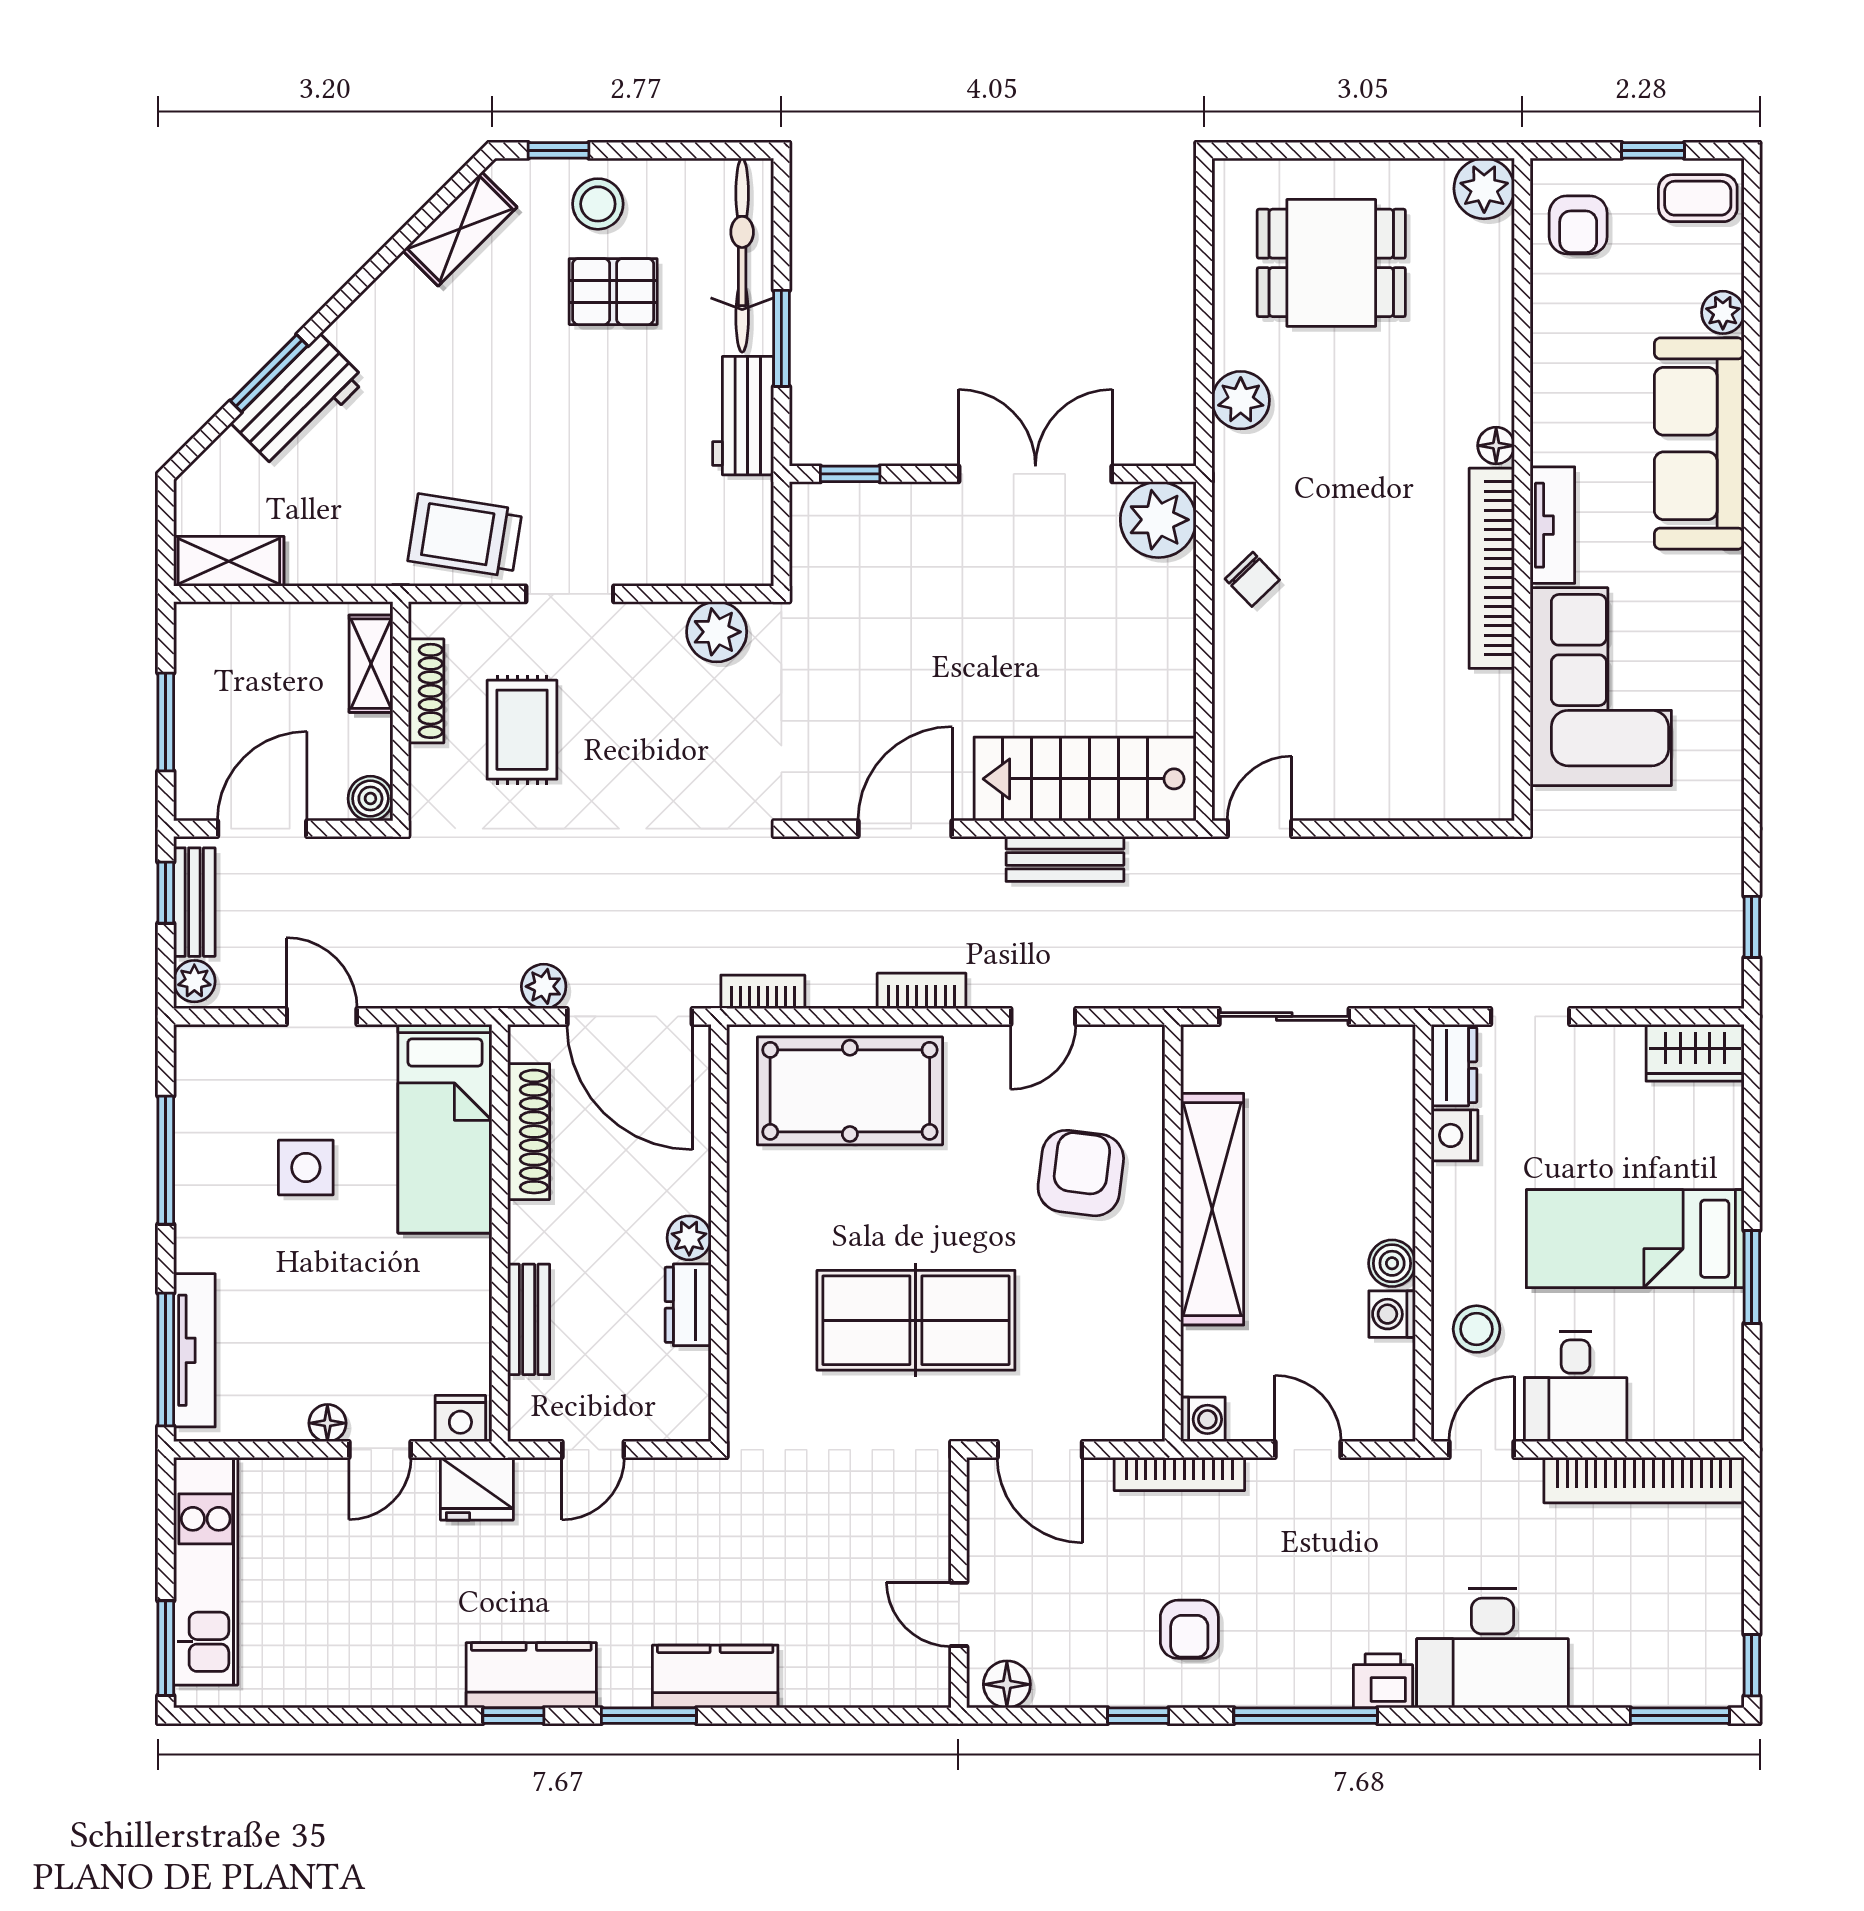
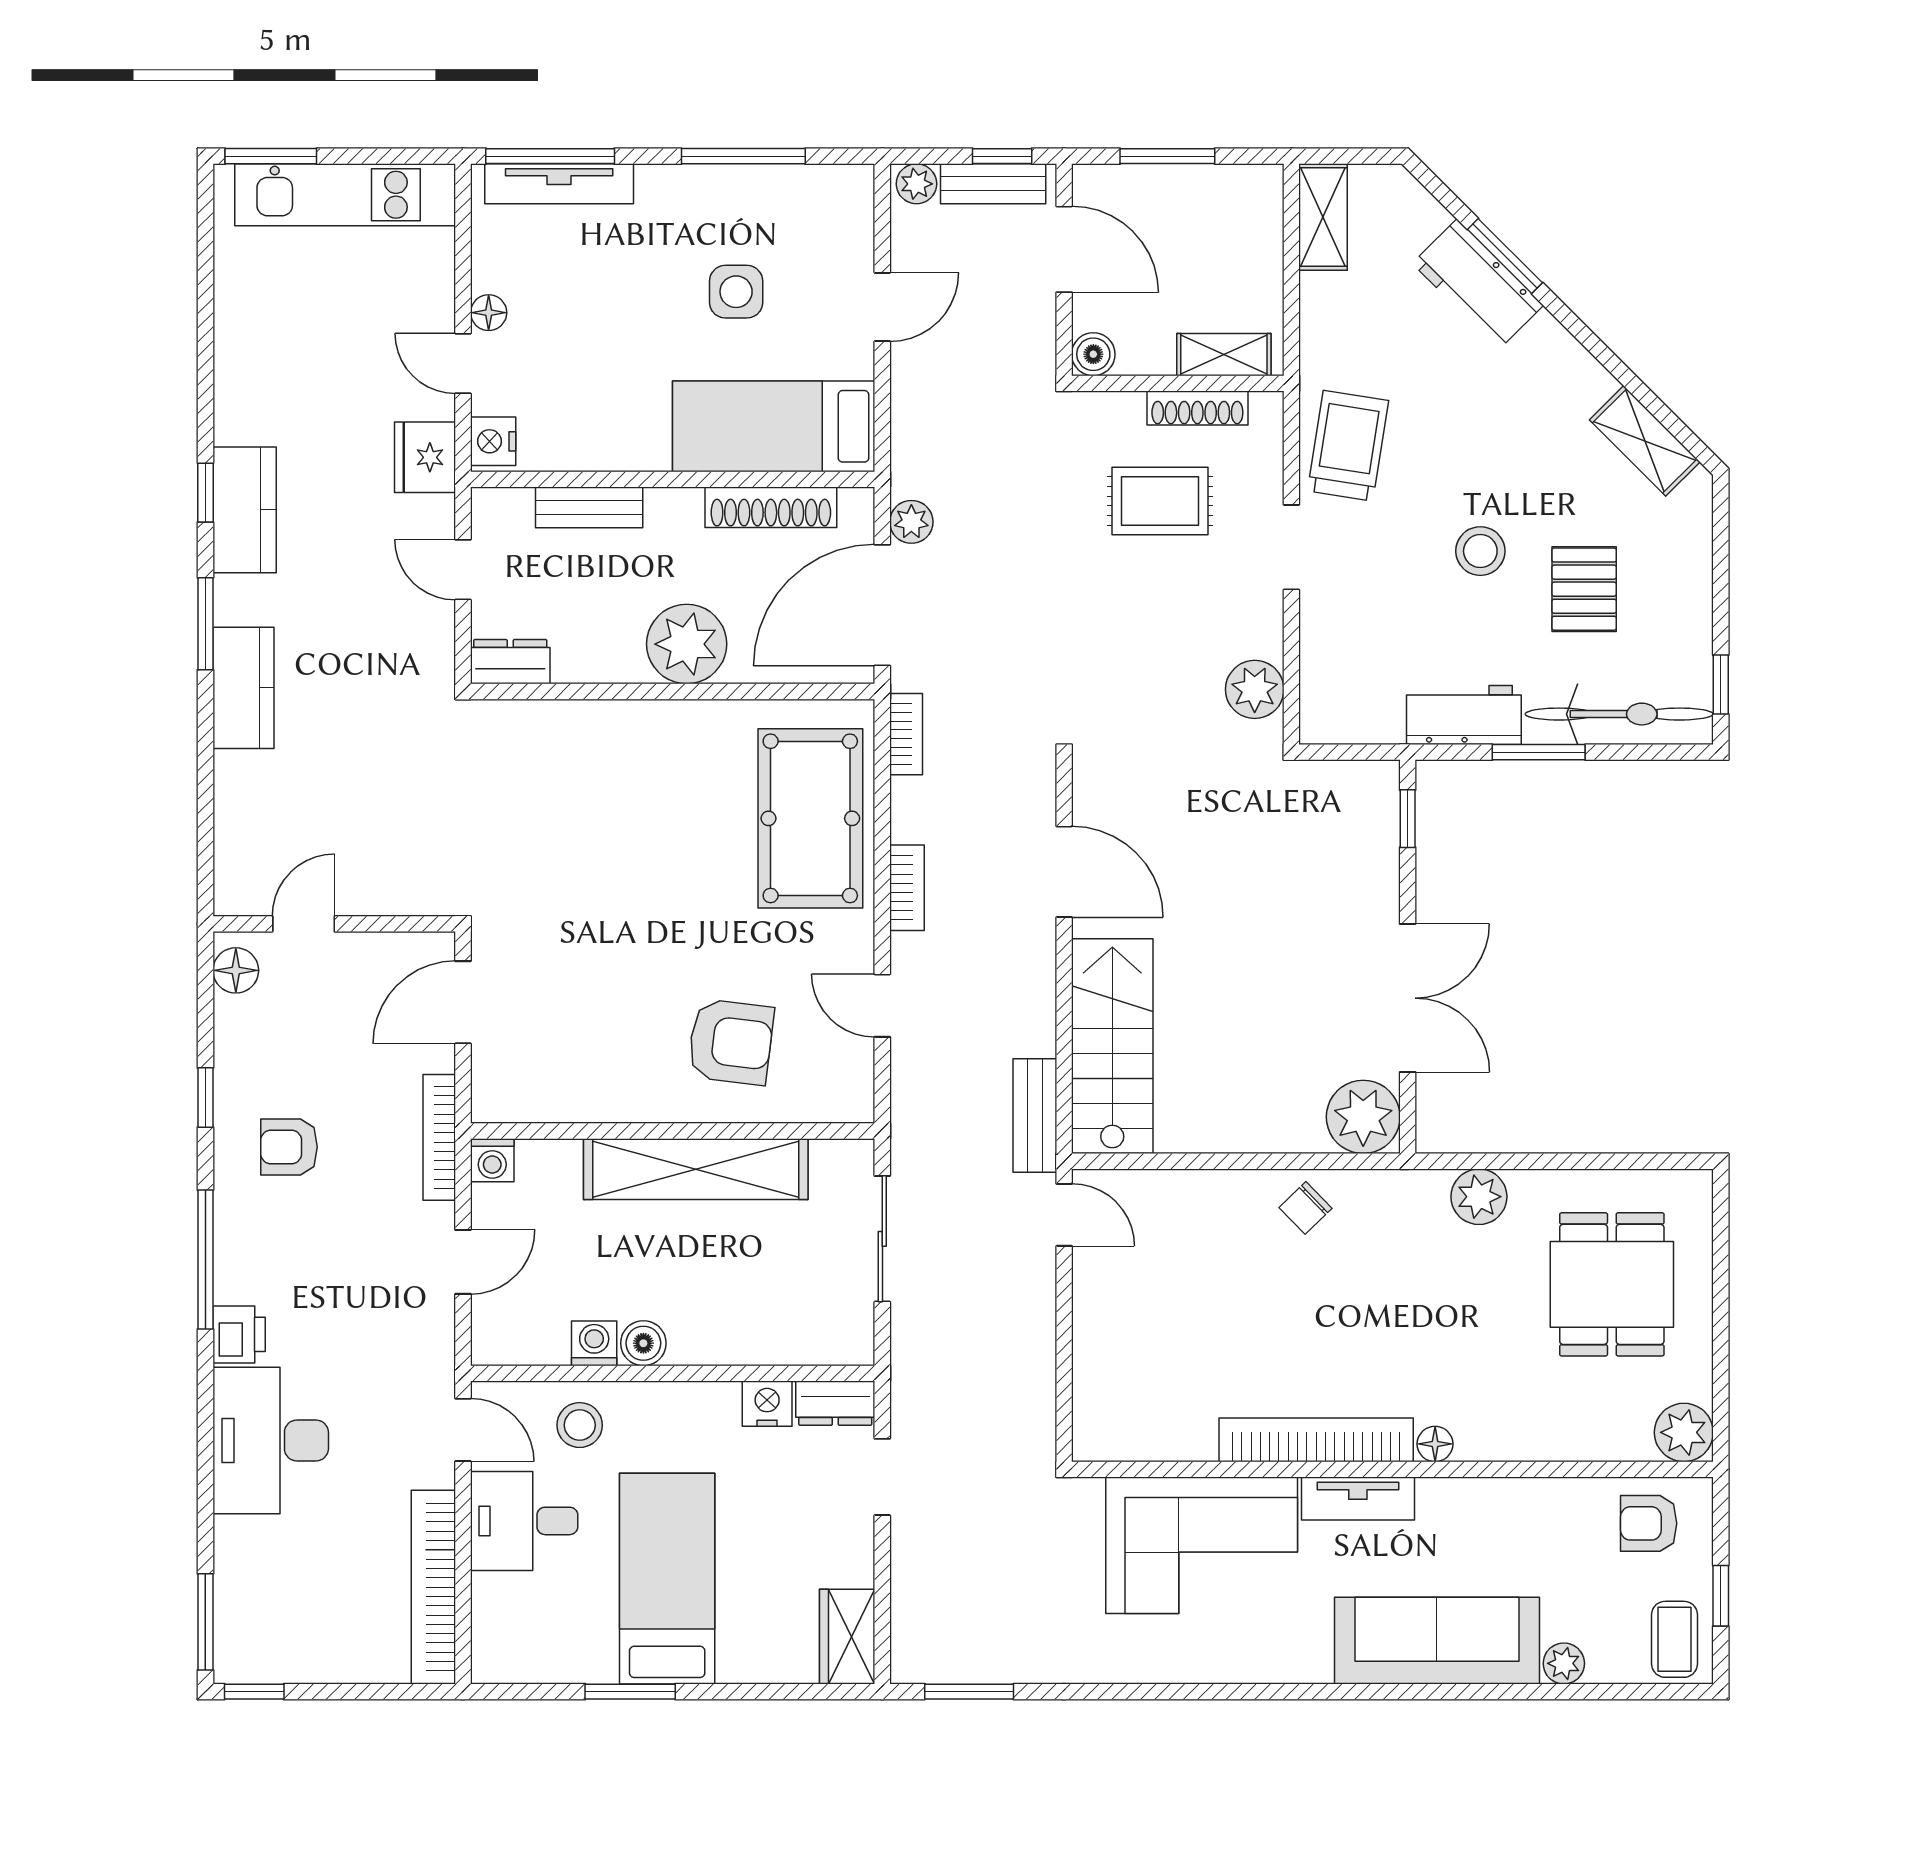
window: (558, 150) -> (1721, 685), moved
stool: (598, 204) -> (1480, 551), moved
bench: (1065, 859) -> (1035, 1115), moved
window: (1752, 927) -> (969, 1692), width x1.50
plant: (689, 1238) -> (687, 644), width x1.88, depth x1.88
dresser: (688, 1305) -> (510, 662), moved
table tennis table: (916, 1320) -> (588, 882), removed

